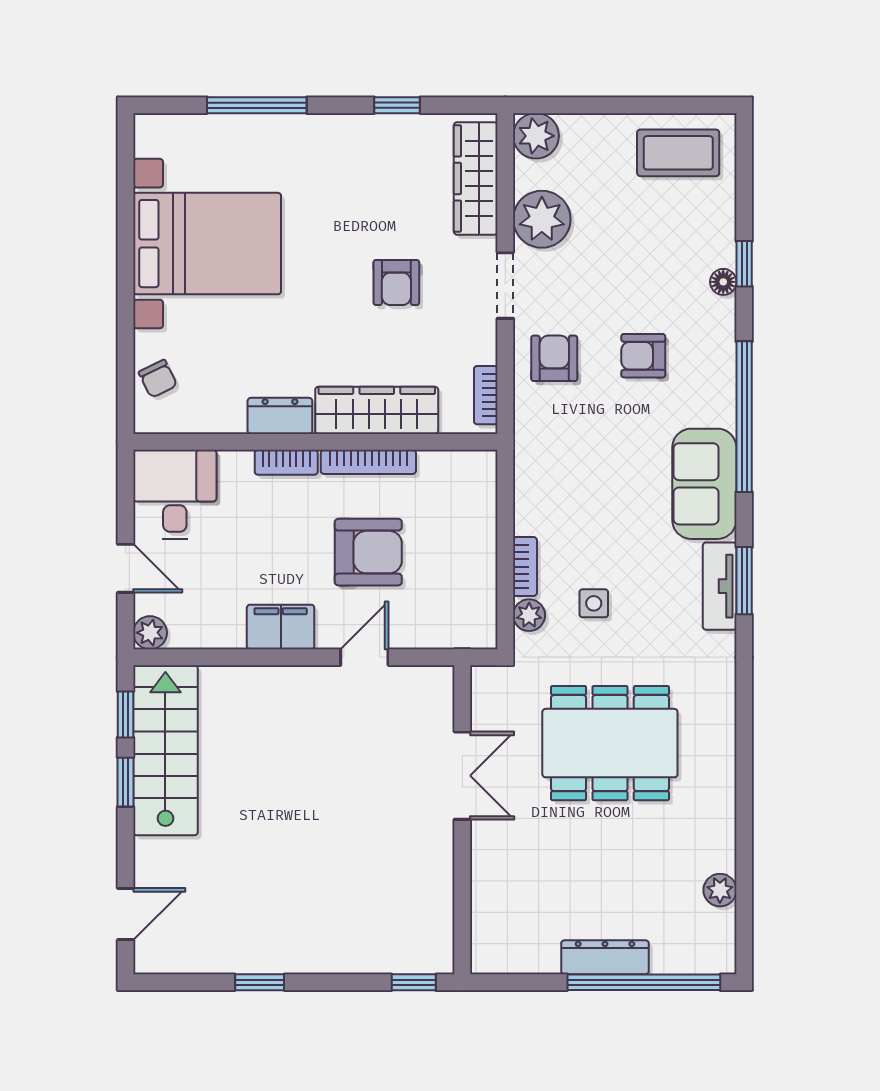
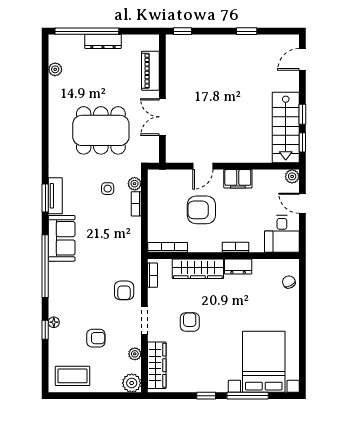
window: (397, 105) -> (206, 396), moved
plant: (542, 219) -> (135, 354), width x0.53, depth x0.53
bed with nightstands: (207, 244) -> (264, 362), moved, turned 90
armchair: (643, 356) -> (96, 338), moved
bookcase: (368, 462) -> (168, 247), moved
piano: (491, 887) -> (150, 71), added

